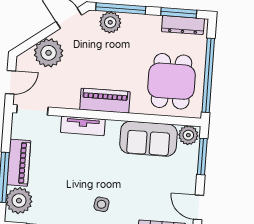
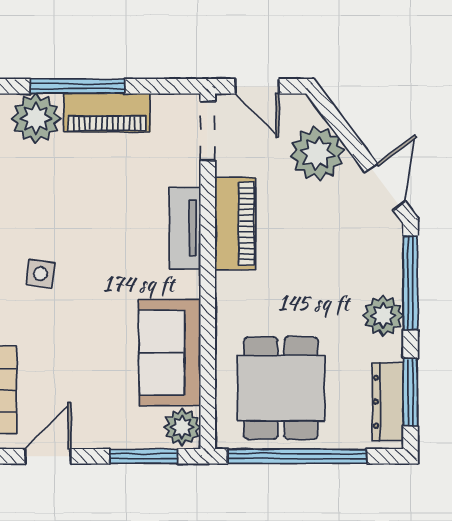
plant: (110, 22) -> (383, 316), moved
dining table: (172, 81) -> (281, 388), turned 90
piano: (105, 101) -> (235, 224), moved

